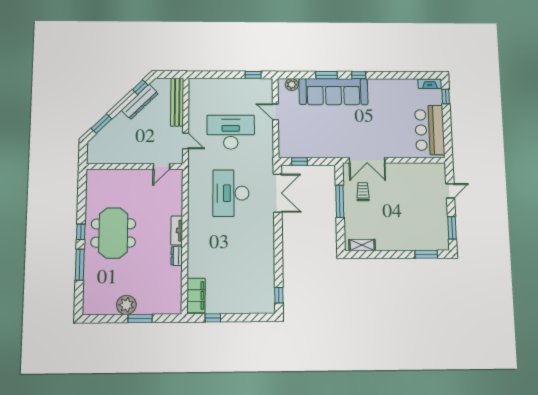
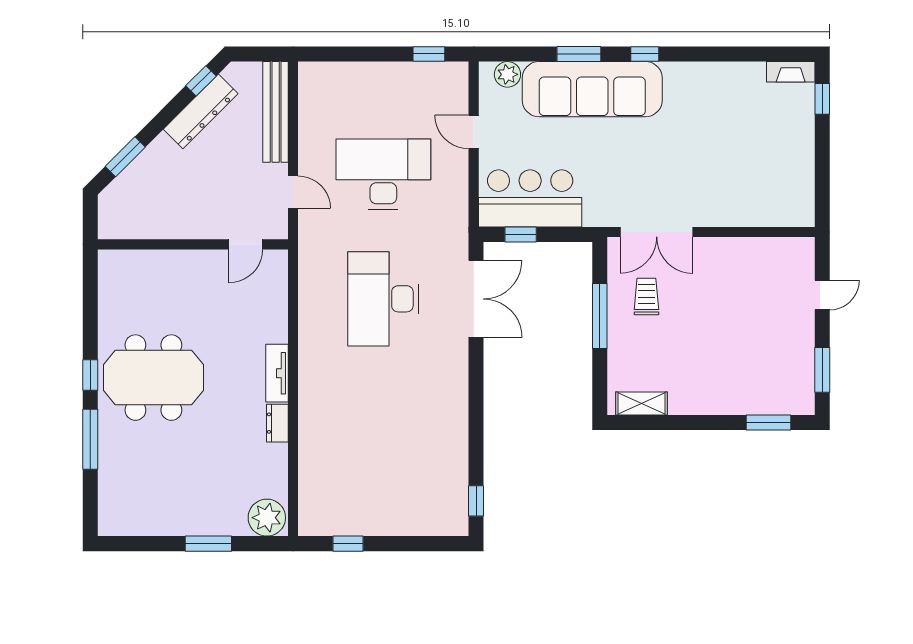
bar counter: (430, 130) -> (530, 198), moved, turned 90
meeting table: (113, 233) -> (153, 378), turned 90
filing cabinet: (196, 295) -> (315, 500), removed
plant: (126, 305) -> (267, 518), moved

